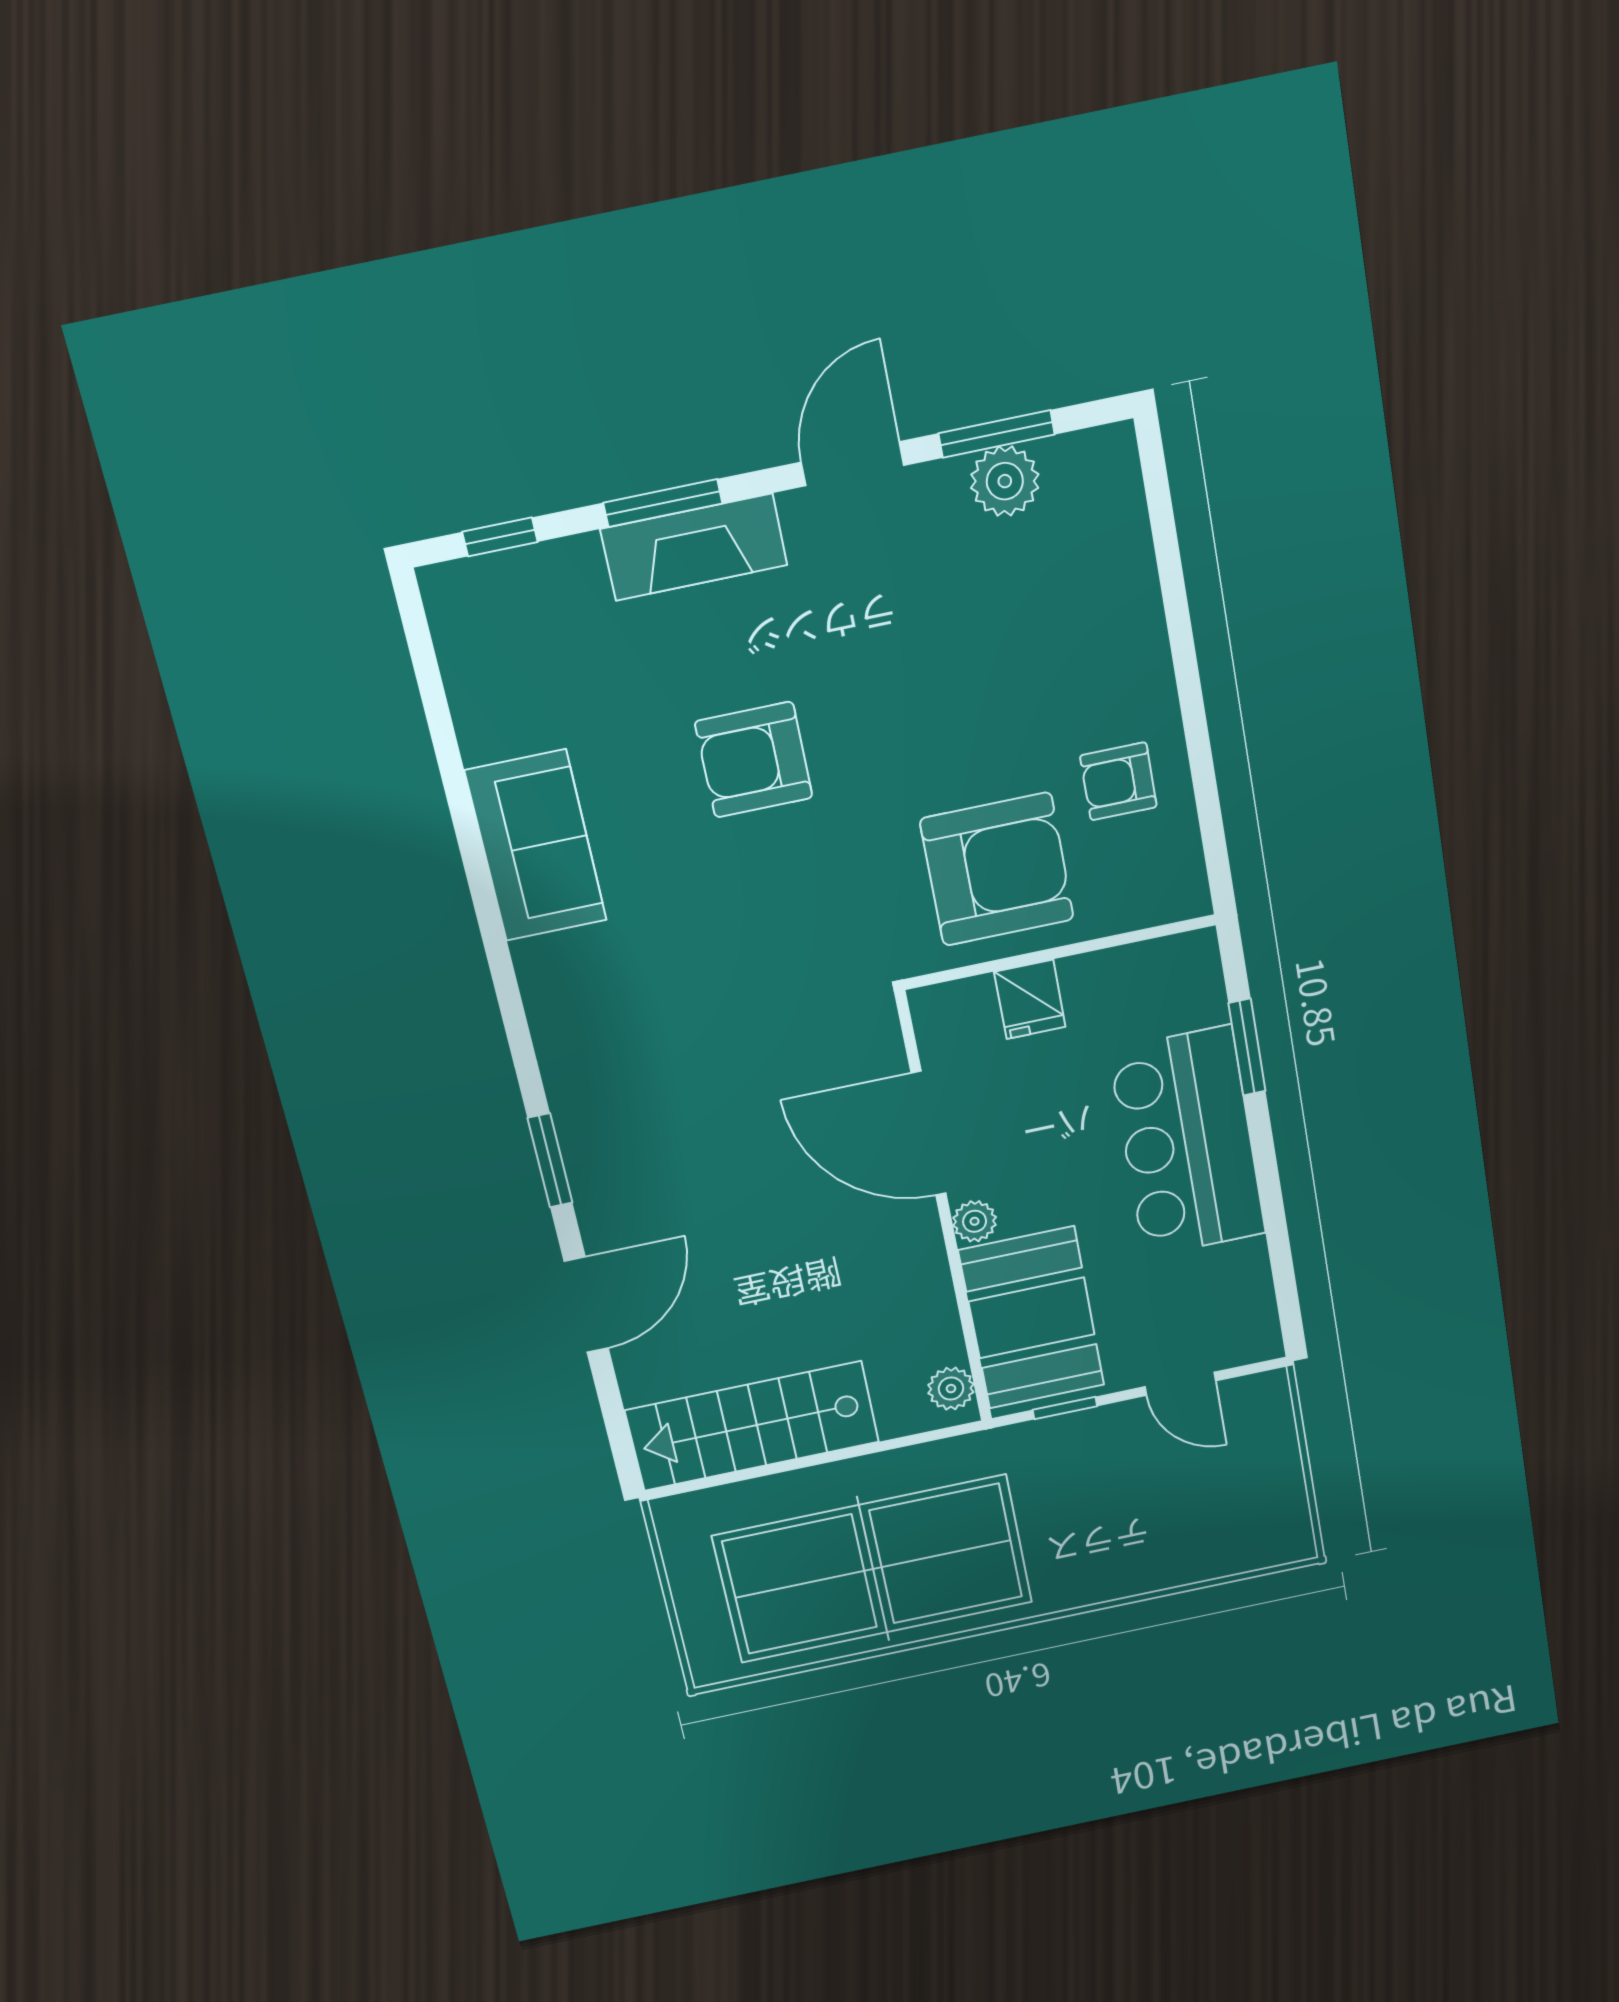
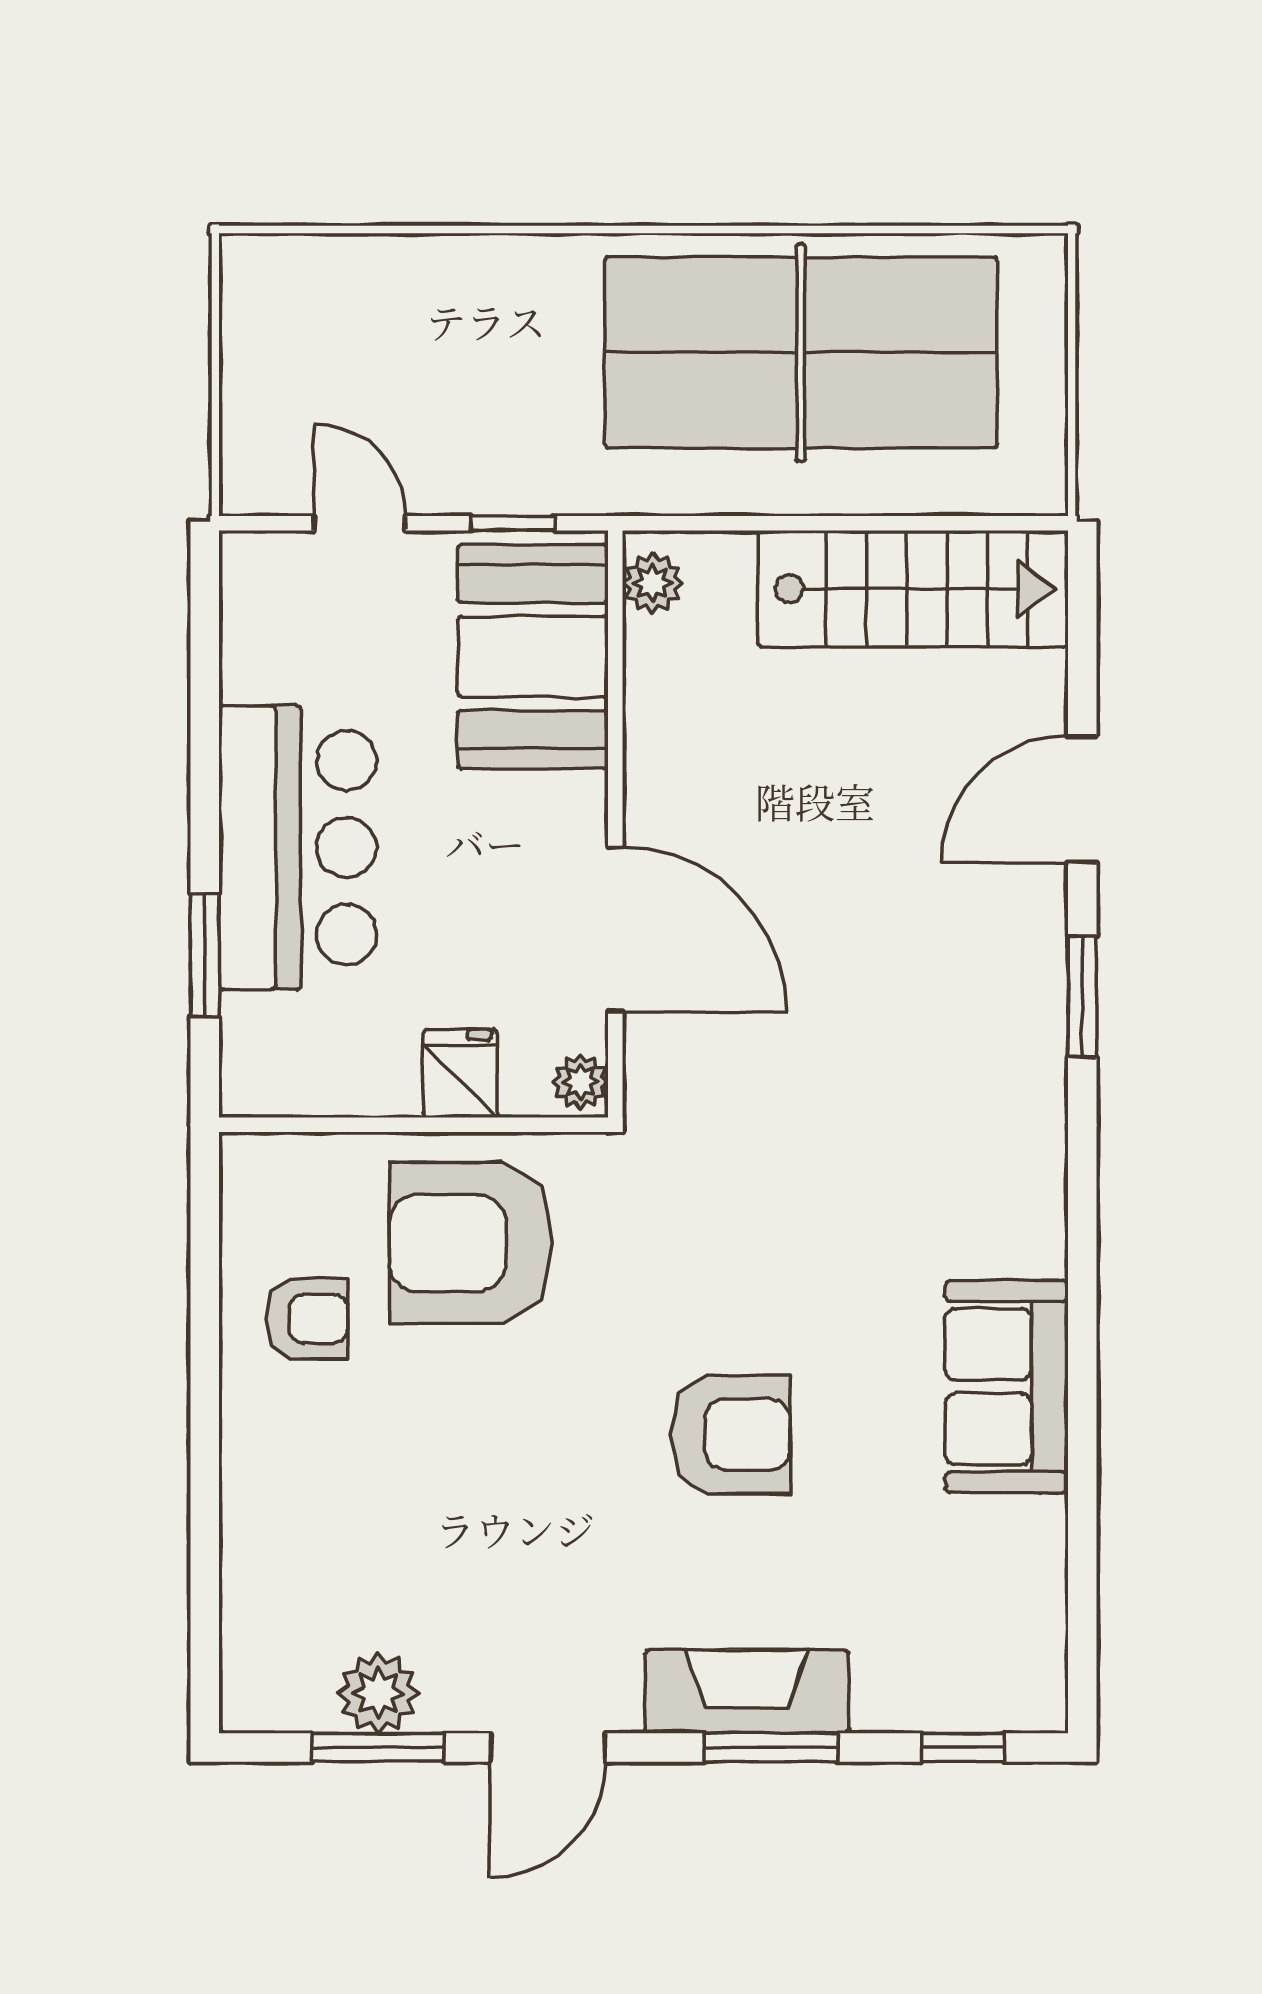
plant: (975, 1221) -> (580, 1082), moved

